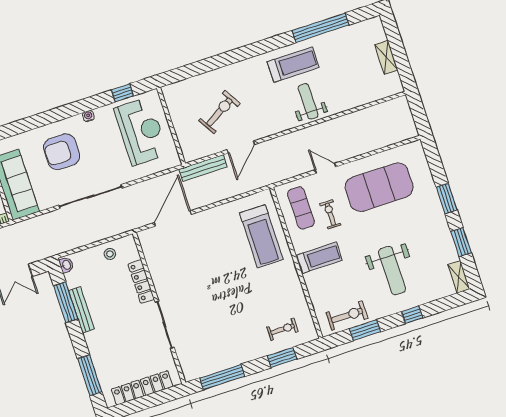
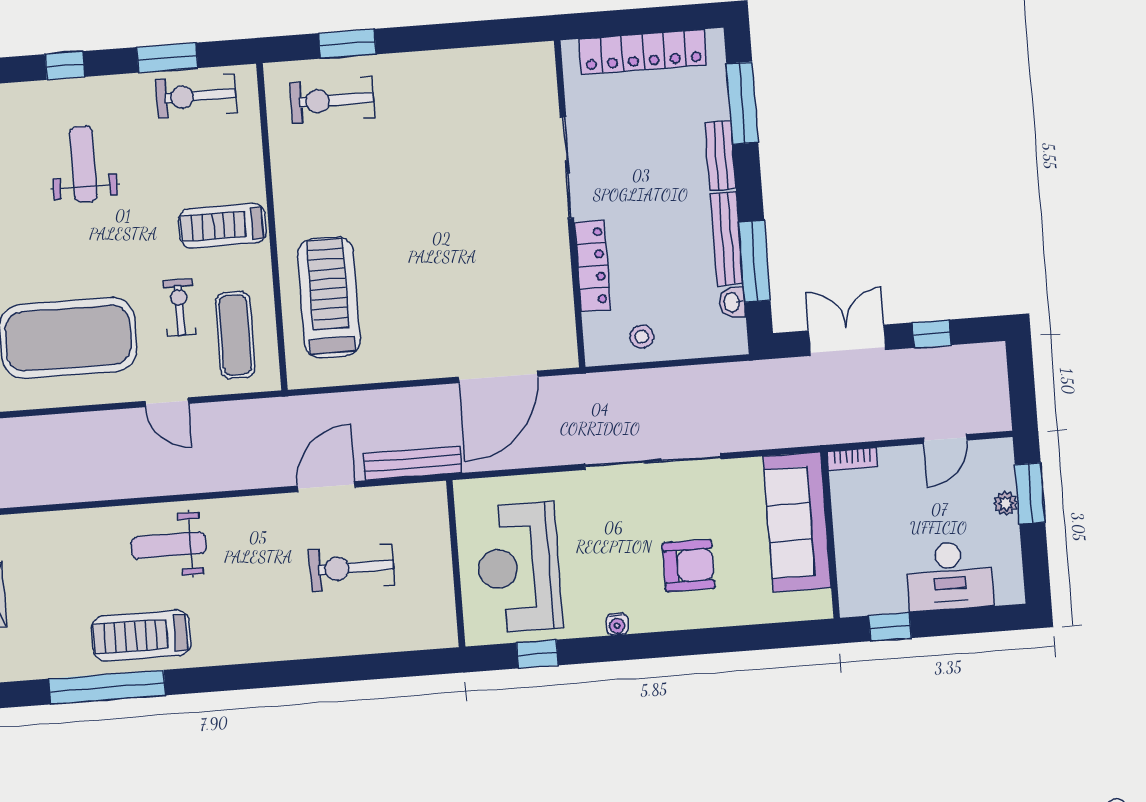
treadmill: (293, 65) -> (141, 636), moved
weight bench: (308, 101) -> (169, 545), turned 90
exercise bike: (219, 112) -> (352, 568), turned 31
armchair: (62, 152) -> (689, 566), width x0.73, depth x0.73
exercise bike: (330, 214) -> (180, 308), turned 180
washbasin: (66, 265) -> (732, 302), moved
weight bench: (392, 271) -> (84, 164), width x0.73, depth x0.75
exercise bike: (282, 329) -> (332, 100), width x1.38, depth x1.39
bench: (94, 348) -> (720, 156), added
window: (222, 377) -> (477, 34), removed

